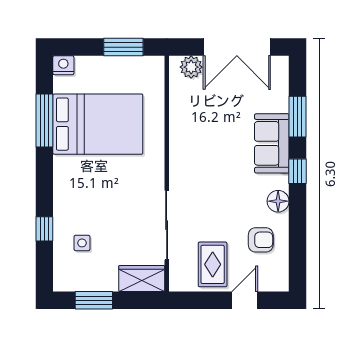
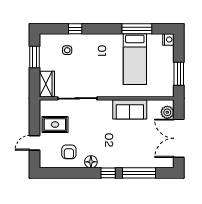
window: (298, 117) -> (139, 173), width x1.44
bed: (98, 124) -> (135, 59), width x0.67
sofa: (272, 143) -> (130, 109), moved, turned 180
door: (245, 300) -> (35, 143), swing flipped

